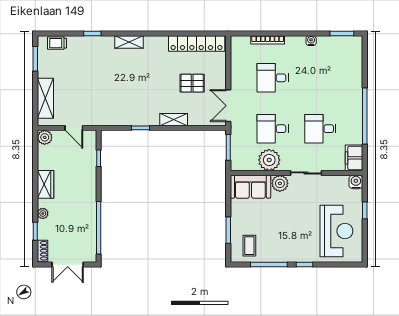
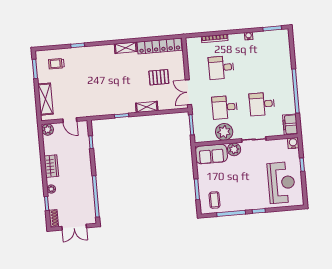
shelving: (129, 42) -> (126, 48), moved
trolley: (57, 43) -> (56, 64), moved

